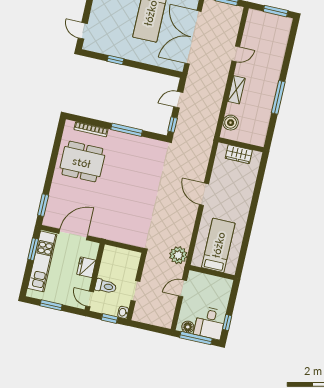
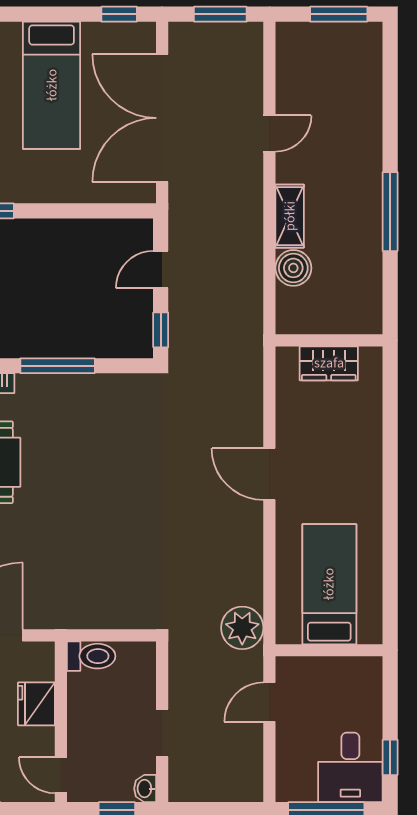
boiler: (231, 123) -> (293, 268), moved
toilet: (106, 286) -> (91, 656), moved
floor lamp: (188, 327) -> (302, 788), removed

